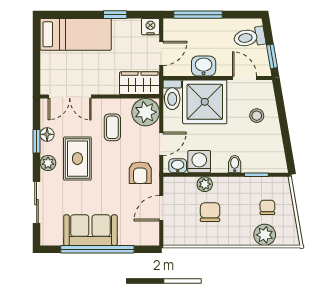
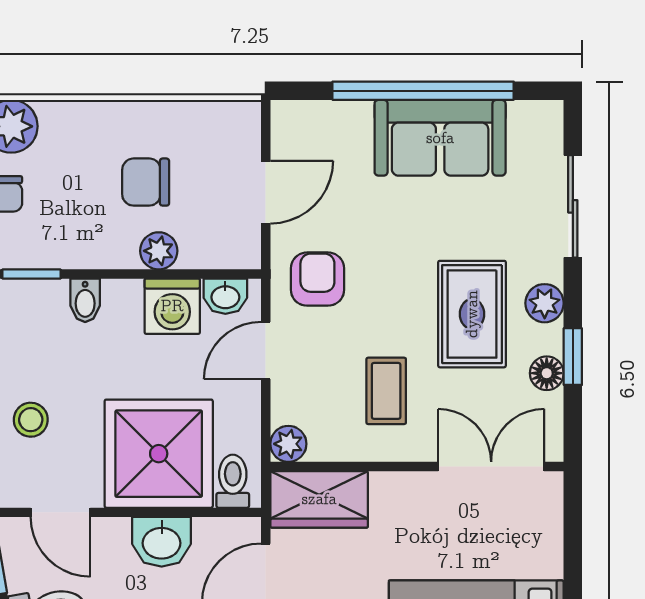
toilet: (172, 95) -> (233, 481), width x0.73, depth x0.72
plant: (146, 112) -> (288, 444), width x0.53, depth x0.53
chair: (210, 212) -> (146, 182), turned 90

